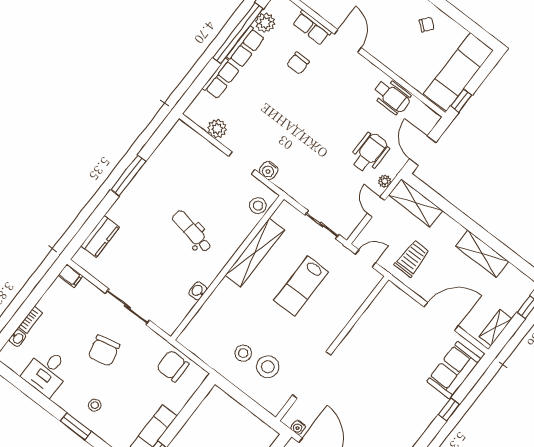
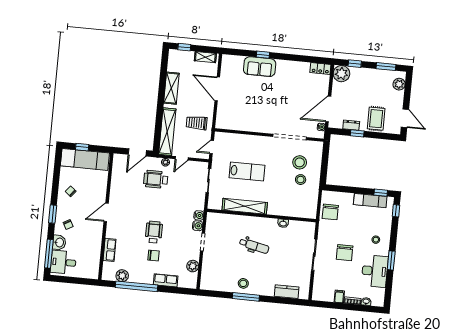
door: (348, 41) -> (106, 212), moved
row of seats: (246, 47) -> (141, 278), removed
chair: (298, 63) -> (154, 256), moved
wheelchair: (392, 96) -> (154, 232), moved
window: (461, 101) -> (82, 147), moved
water cooler: (282, 181) -> (199, 215), added
shelving: (416, 203) -> (167, 132), width x1.47
stool: (258, 206) -> (243, 283), moved
dental chair: (192, 231) -> (254, 246), turned -88
door: (366, 258) -> (212, 147), hinge flipped
filing cabinet: (70, 276) -> (339, 297), moved
chair: (104, 351) -> (345, 253), turned 103
sofa: (454, 370) -> (260, 67), moved
desk: (47, 372) -> (375, 271), width x1.37
window: (76, 426) -> (391, 260), moved

